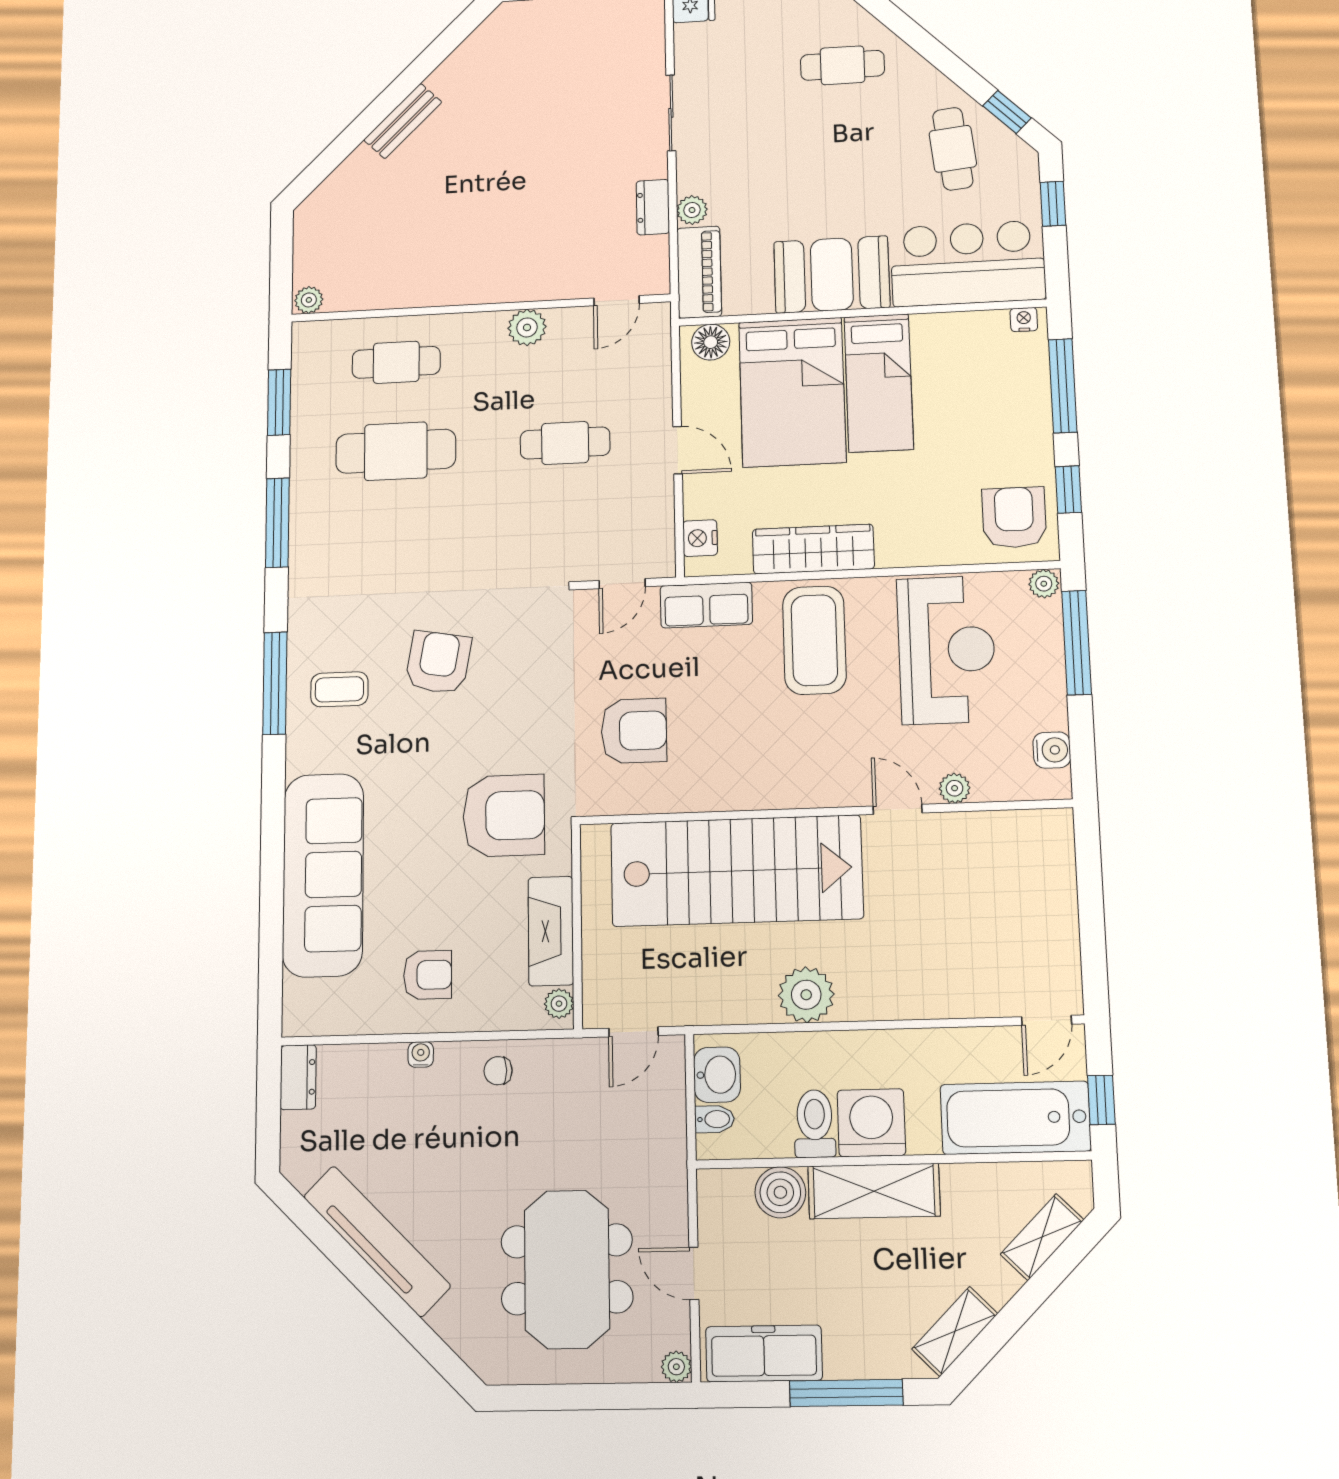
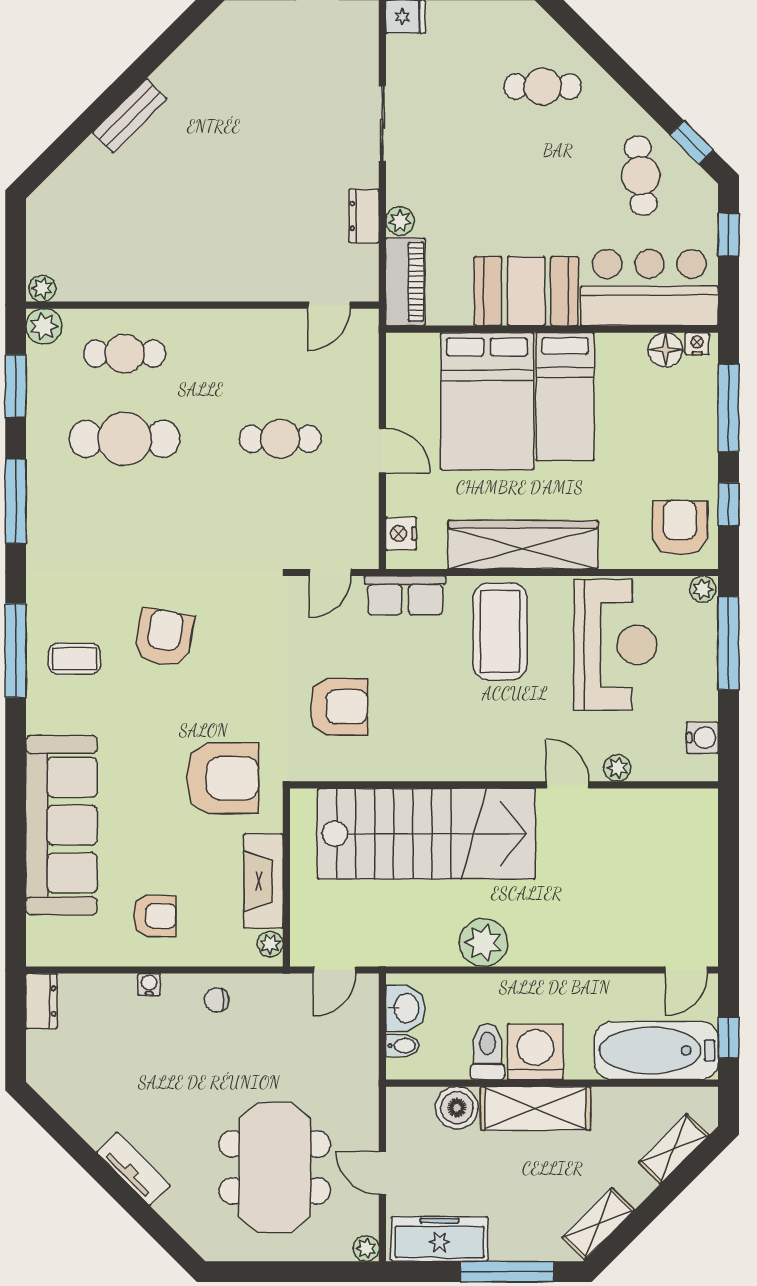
plant: (527, 327) -> (44, 326), moved
floor lamp: (711, 342) -> (665, 350), moved
wardrobe: (813, 549) -> (523, 545), width x1.40, depth x1.17
tv unit: (377, 1241) -> (133, 1169), width x0.52, depth x0.78

